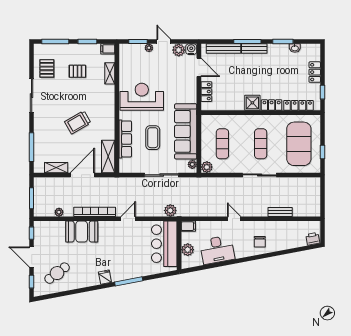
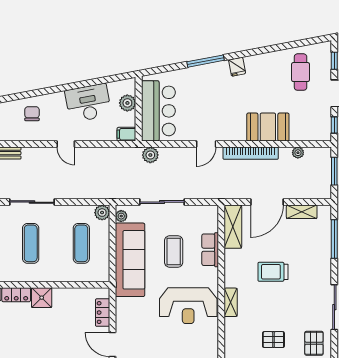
shelving: (110, 73) -> (231, 302), moved
trolley: (78, 122) -> (273, 272), turned -150
row of seats: (125, 139) -> (210, 250), width x0.68
cafe table: (57, 273) -> (301, 72), turned -53

